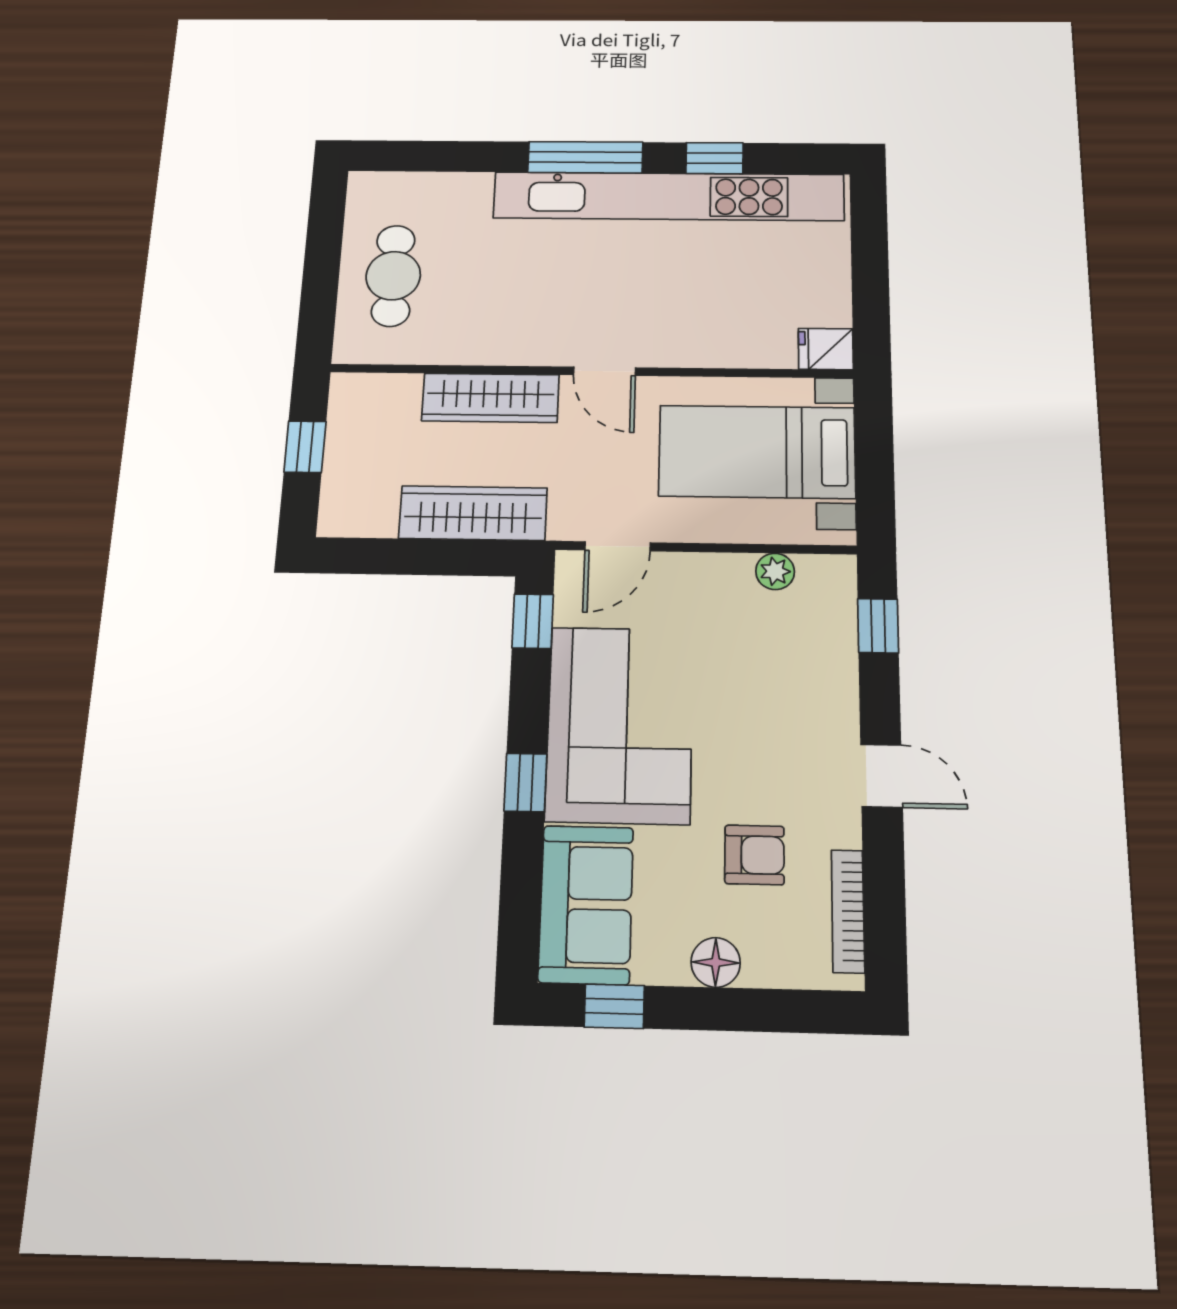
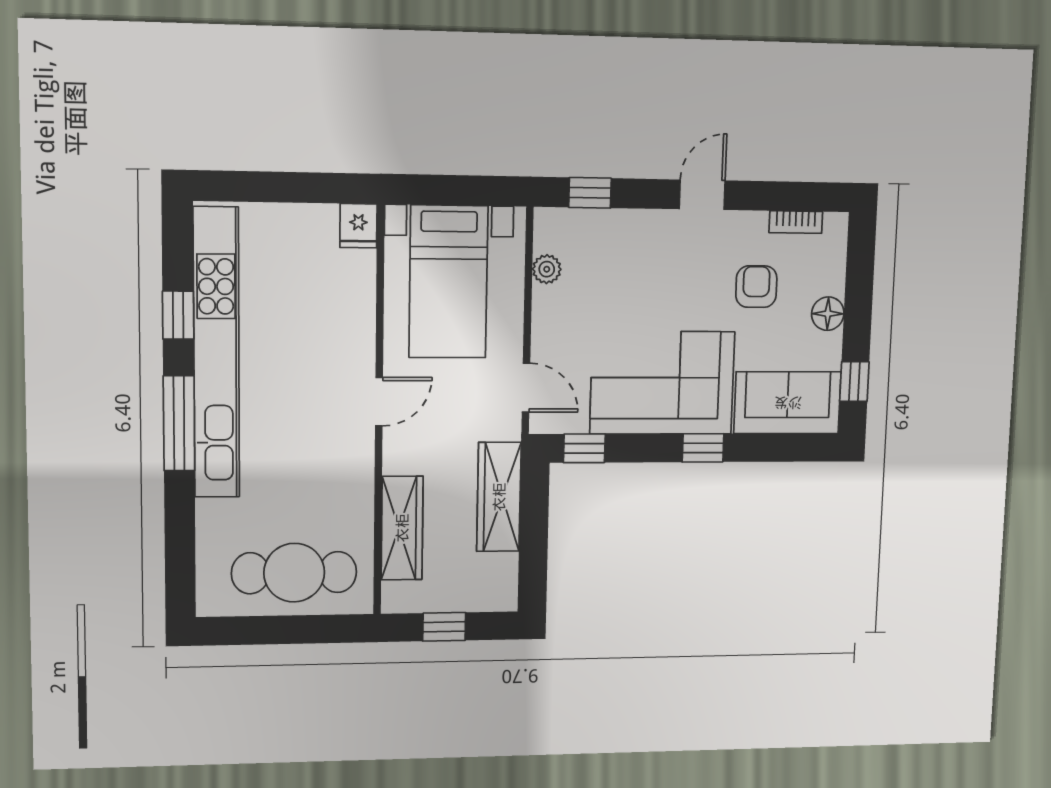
cafe table: (393, 276) -> (294, 573), width x1.37, depth x1.35
wardrobe: (490, 398) -> (402, 528), moved
bookcase: (848, 911) -> (796, 222), width x0.64

